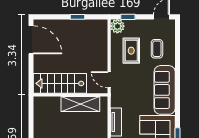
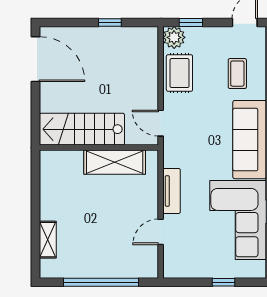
rug: (131, 51) -> (179, 73), moved

